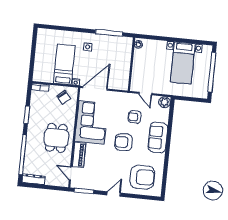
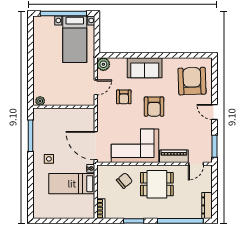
bed with nightstands: (183, 63) -> (75, 39), moved, turned 90
chair: (64, 97) -> (124, 181), moved

